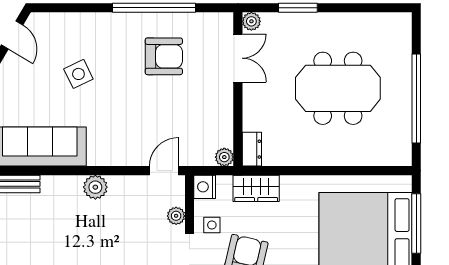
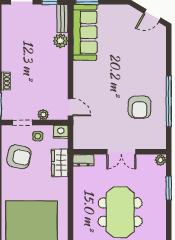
double door: (238, 58) -> (121, 152), moved
side table: (78, 74) -> (129, 56), removed
plant: (224, 157) -> (79, 144), removed
plant: (95, 187) -> (60, 41), moved

